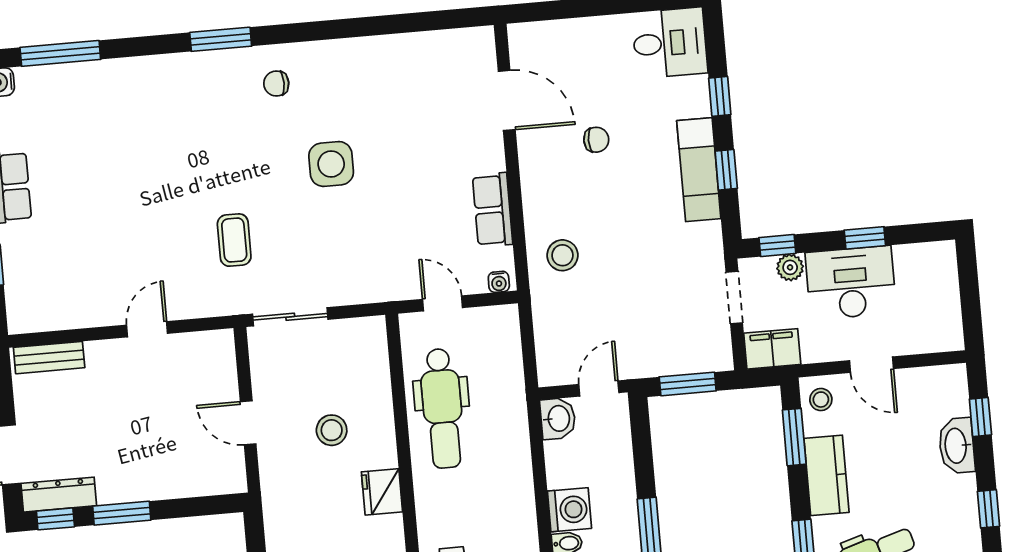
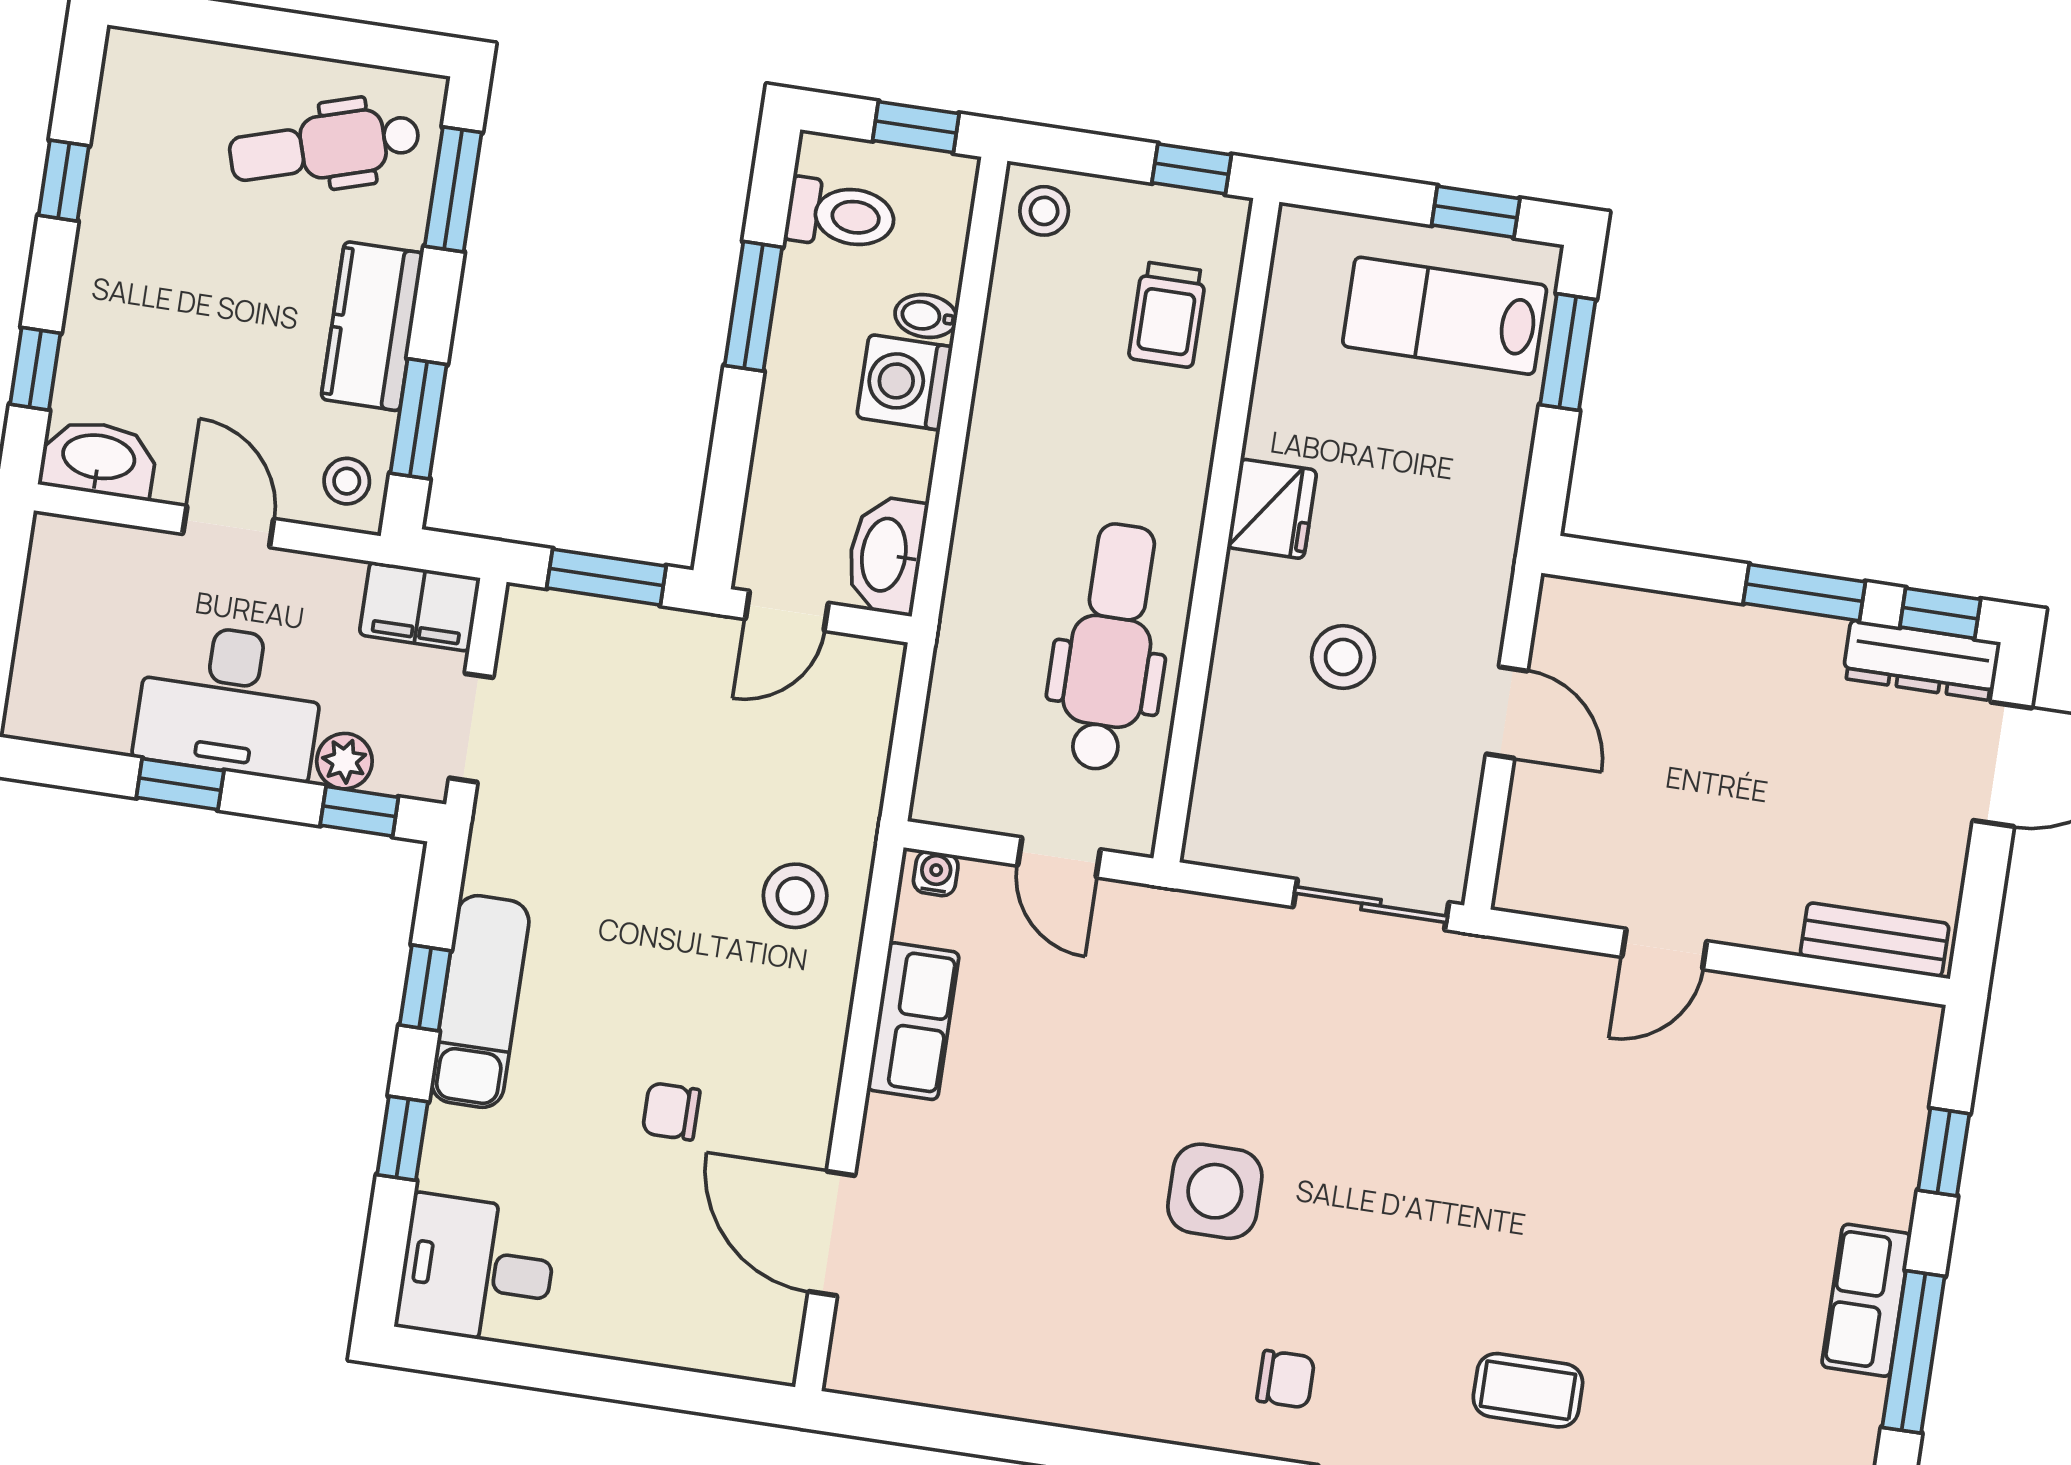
coffee table: (234, 240) -> (1528, 1390), moved, turned 90
washbasin: (558, 419) -> (886, 555), width x1.38
washbasin: (957, 446) -> (98, 459), moved, turned -90

